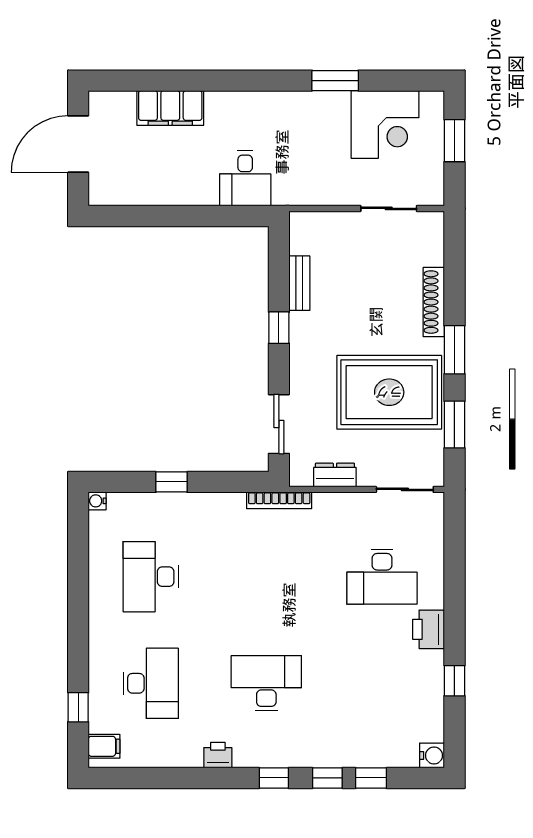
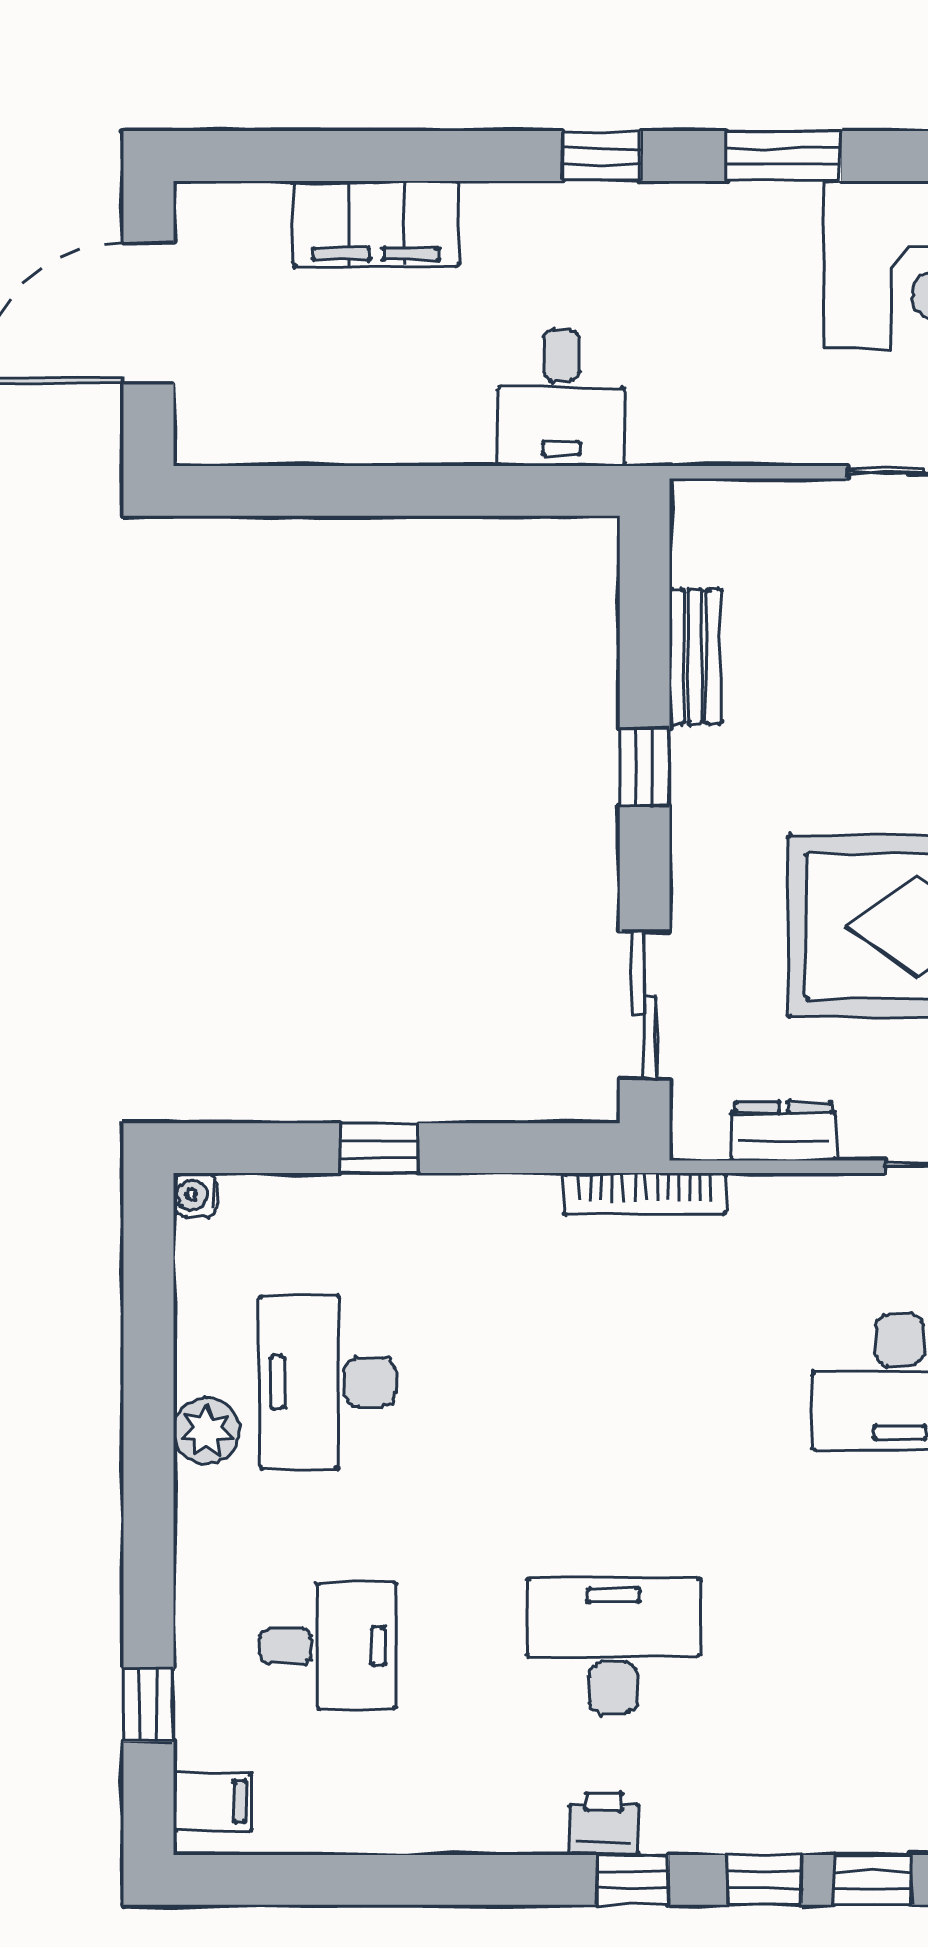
window: (262, 81) -> (602, 156), added
plant: (102, 596) -> (206, 1431), added
desk: (151, 683) -> (328, 1646), width x0.73
printer: (218, 755) -> (604, 1824), moved

